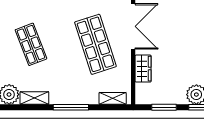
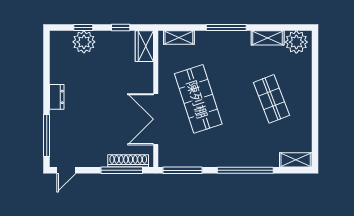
wardrobe: (143, 69) -> (144, 46), moved
window: (164, 107) -> (121, 28), width x0.67

